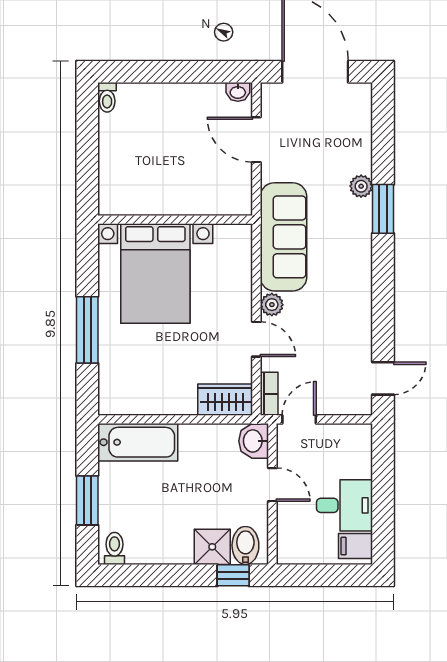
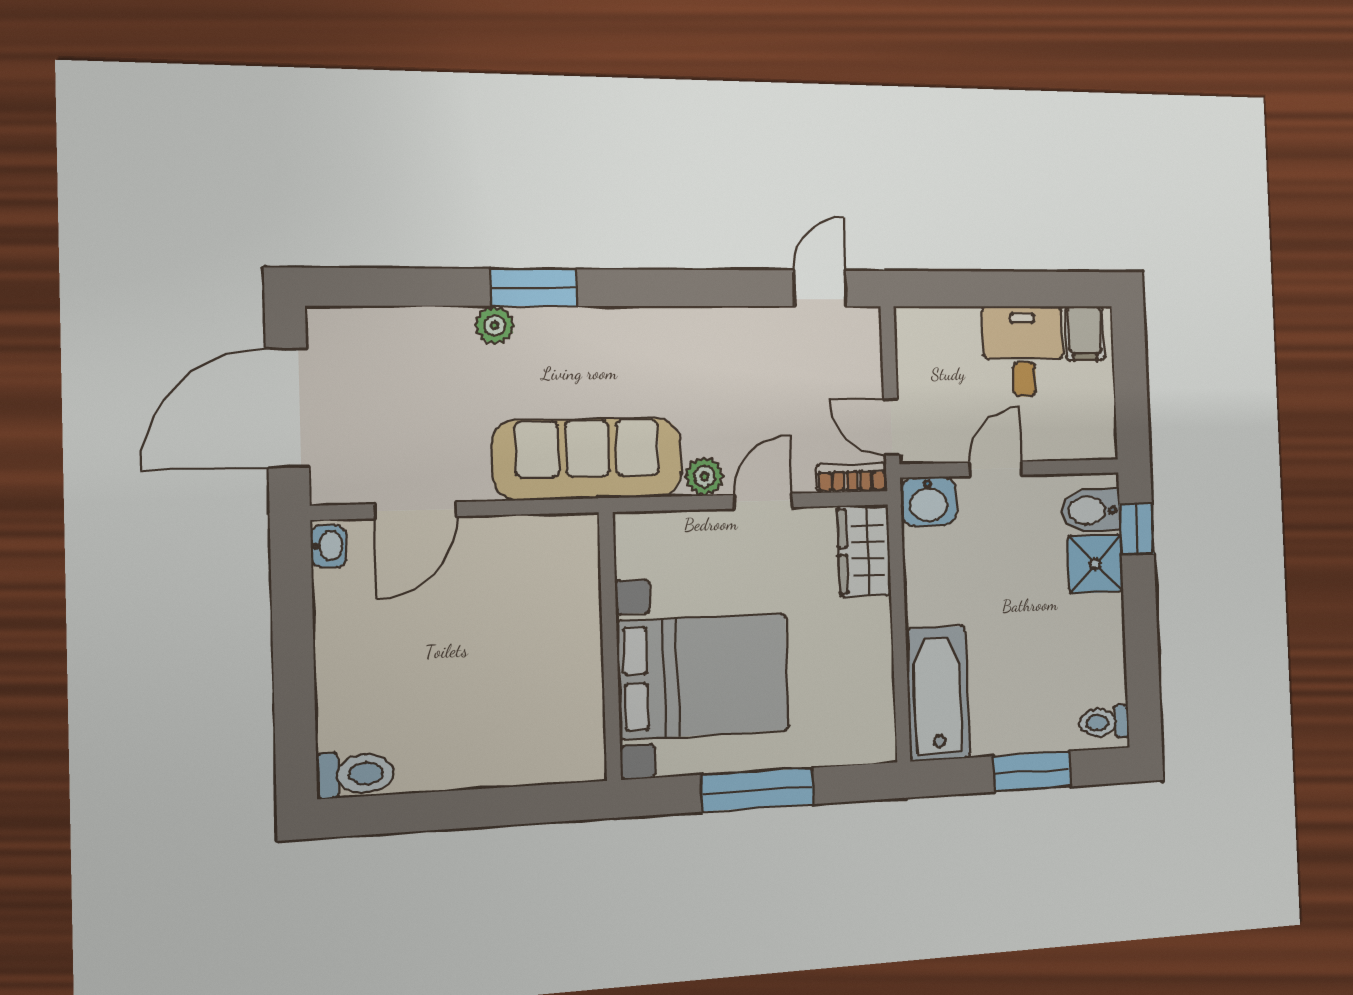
toilet: (107, 97) -> (355, 774), width x1.37, depth x1.39
wall: (175, 220) -> (610, 646), moved
bed with nightstands: (155, 274) -> (703, 676), moved
door: (383, 378) -> (820, 288), hinge flipped

